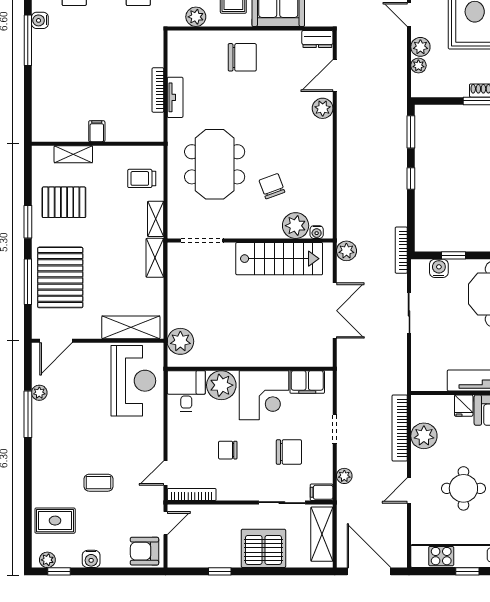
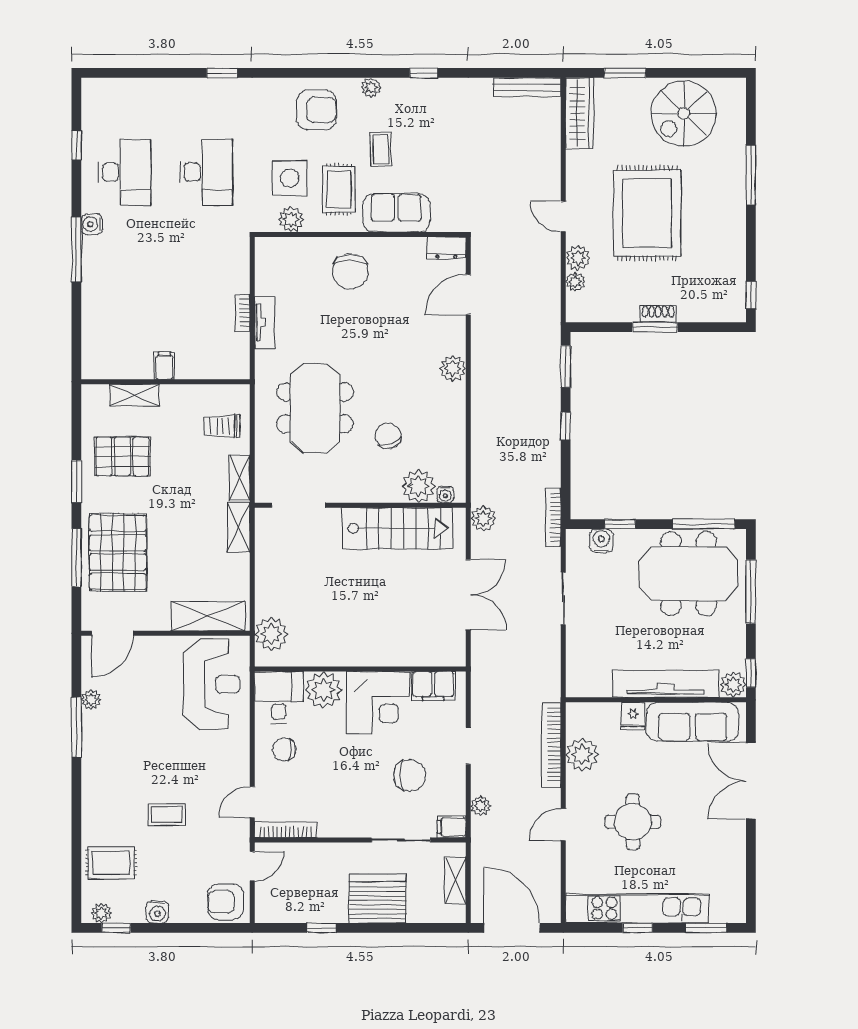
chair: (242, 57) -> (350, 271), turned 90
bookcase: (158, 90) -> (242, 313), width x0.64
plant: (323, 108) -> (453, 368), moved
chair: (228, 450) -> (284, 750), moved
shelving: (322, 534) -> (455, 880), width x0.67, depth x0.75

